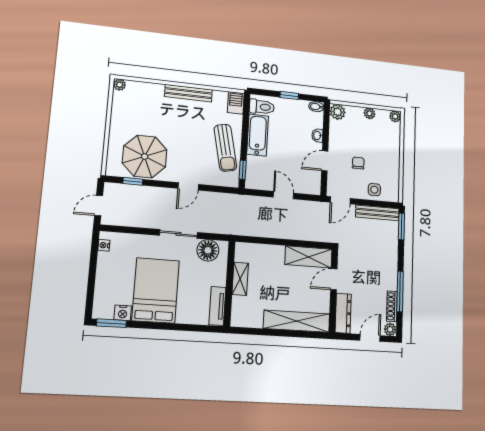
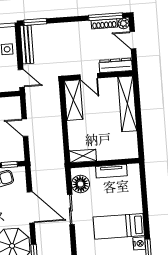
door: (188, 186) -> (31, 207), width x1.87
door: (283, 195) -> (25, 128), hinge flipped
shelving: (240, 279) -> (83, 156), moved
bed: (156, 290) -> (119, 226), width x0.67
window: (400, 292) -> (106, 17), moved
tv unit: (217, 306) -> (111, 171), moved

